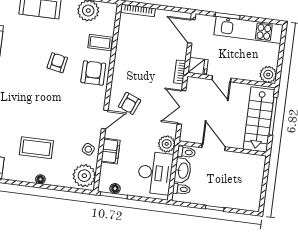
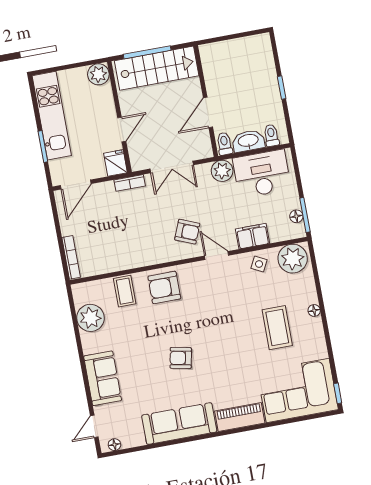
armchair: (57, 63) -> (181, 358), moved

